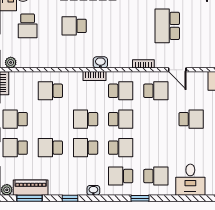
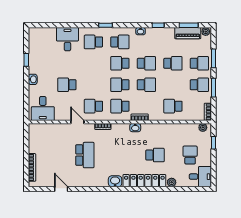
school desk: (50, 91) -> (173, 106), turned 180

